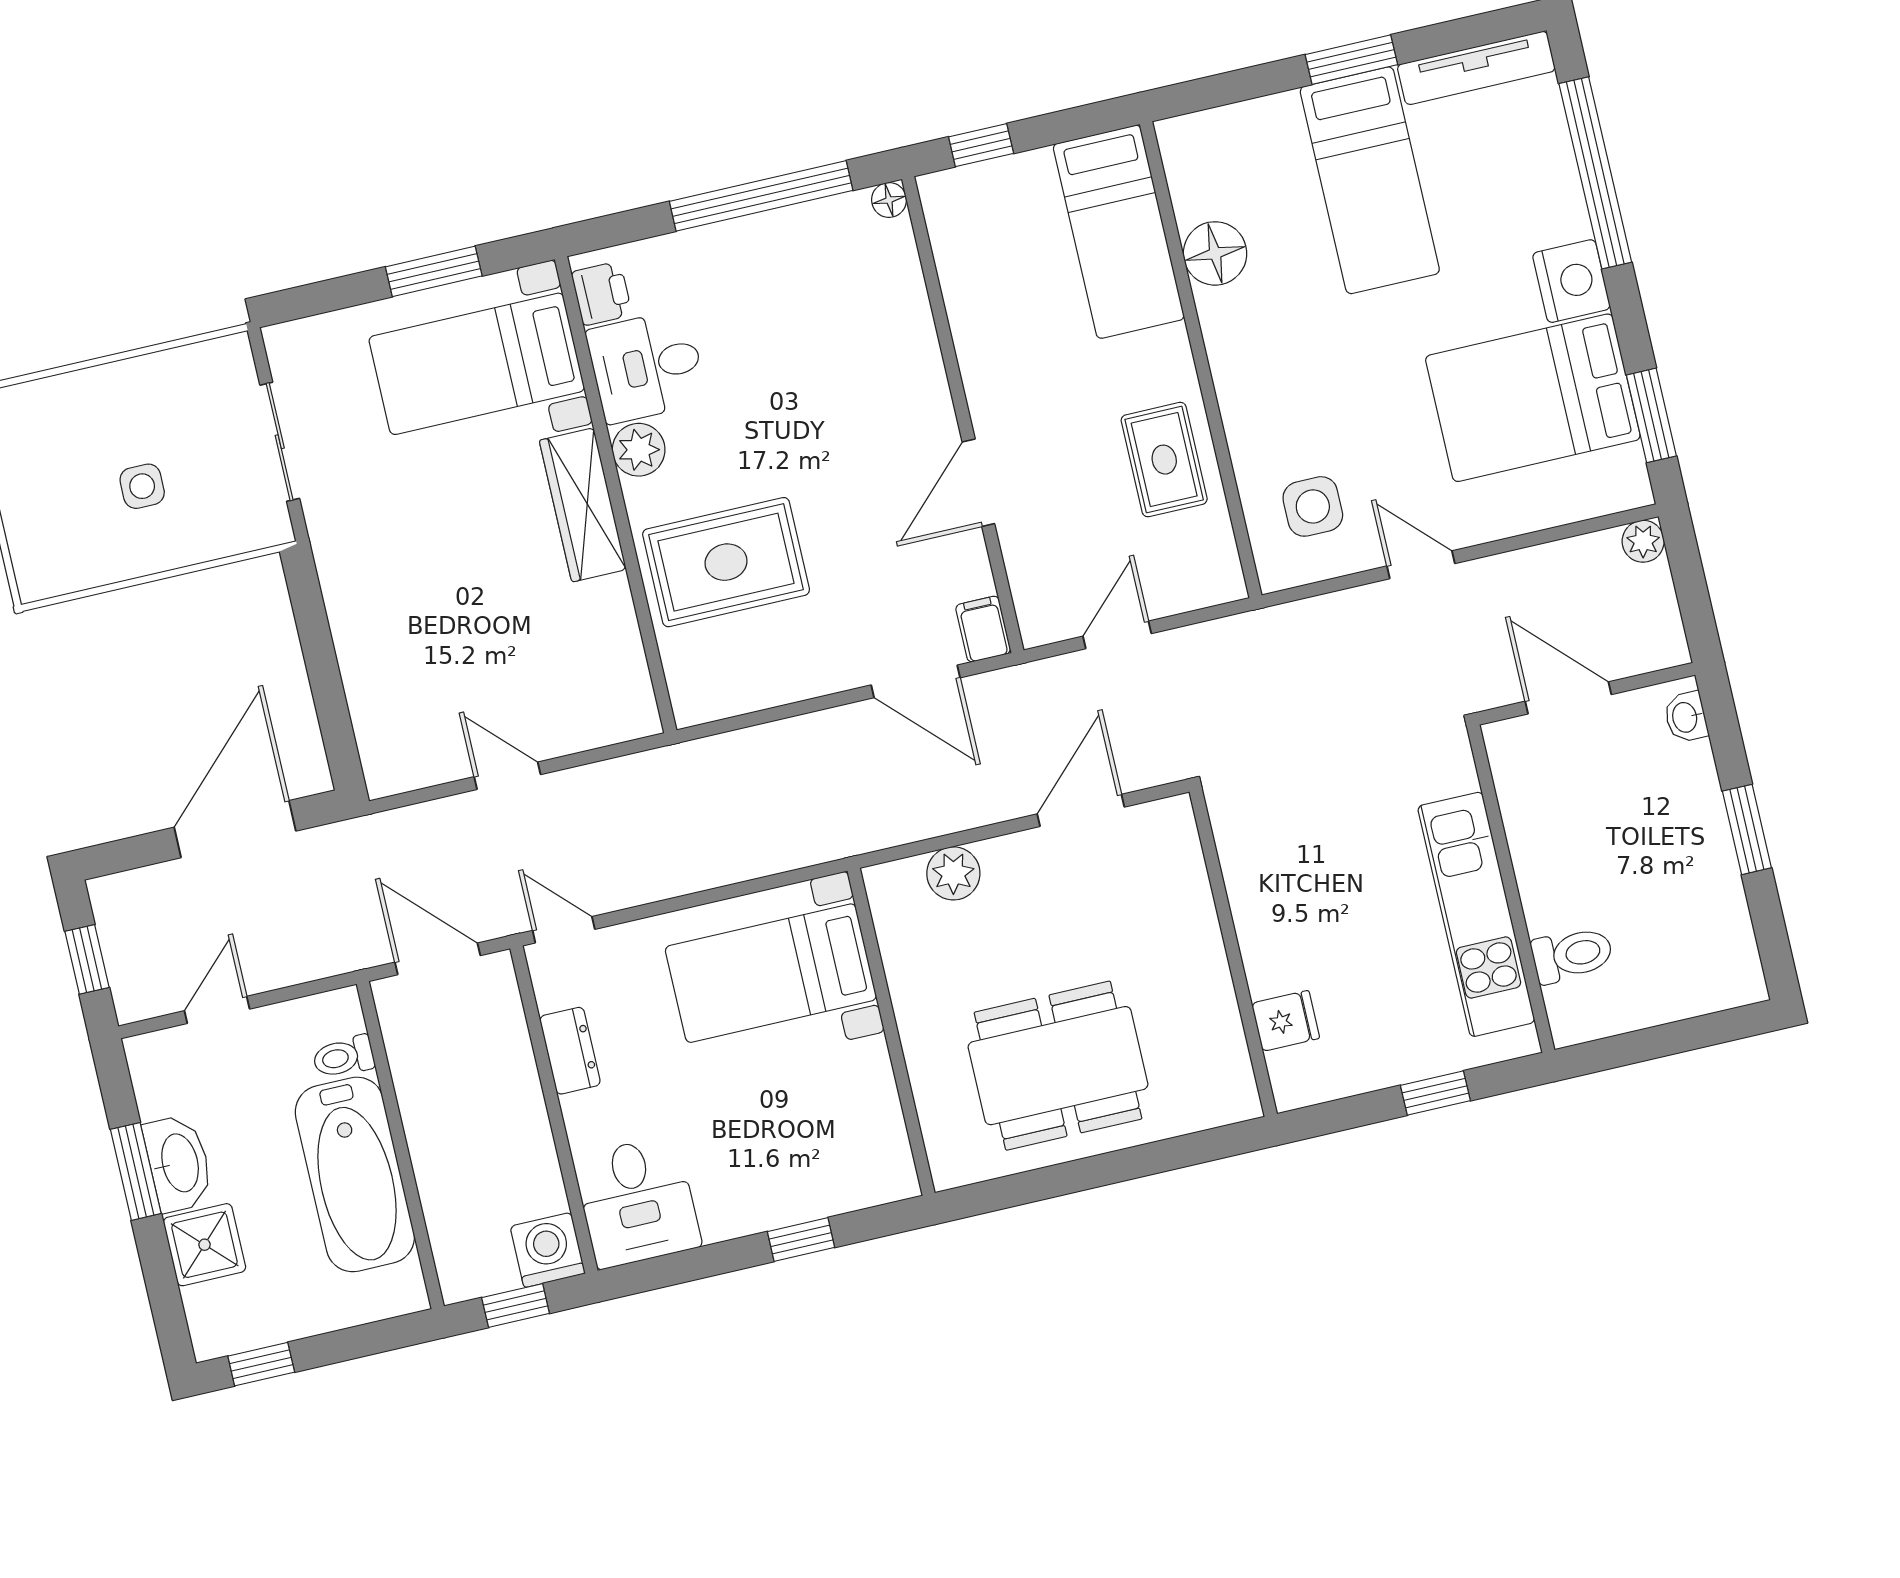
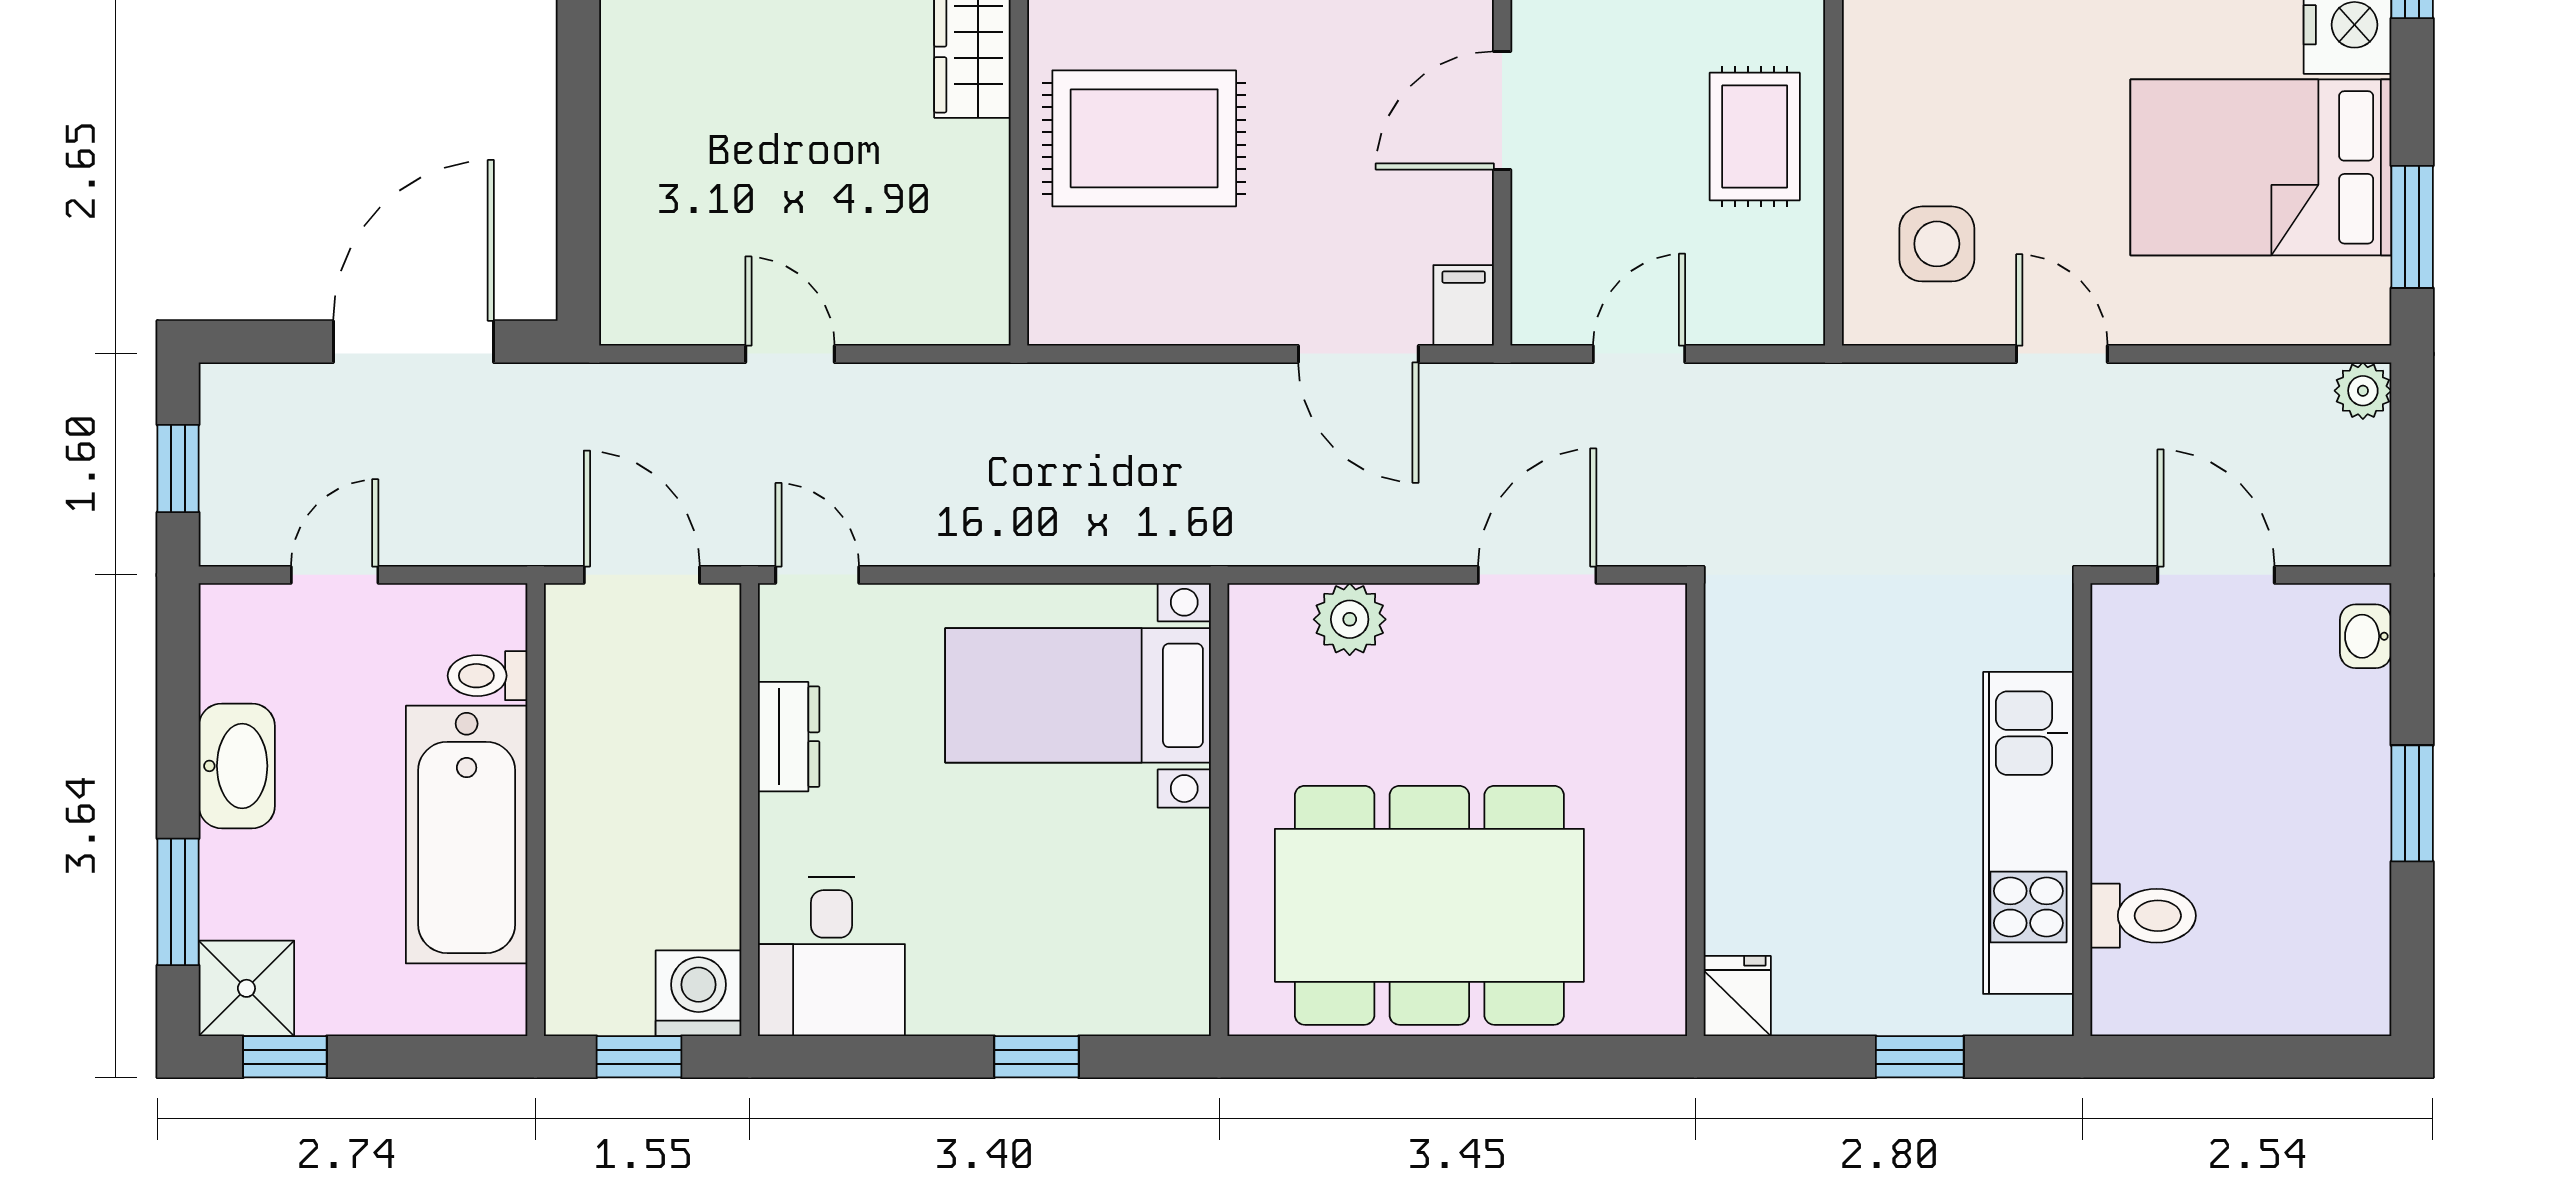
fridge: (1286, 1021) -> (1737, 996), moved, turned -90
dining table: (1058, 1066) -> (1429, 905), width x1.36, depth x1.24
window: (136, 1171) -> (178, 902), moved
shower: (205, 1245) -> (246, 988), moved

